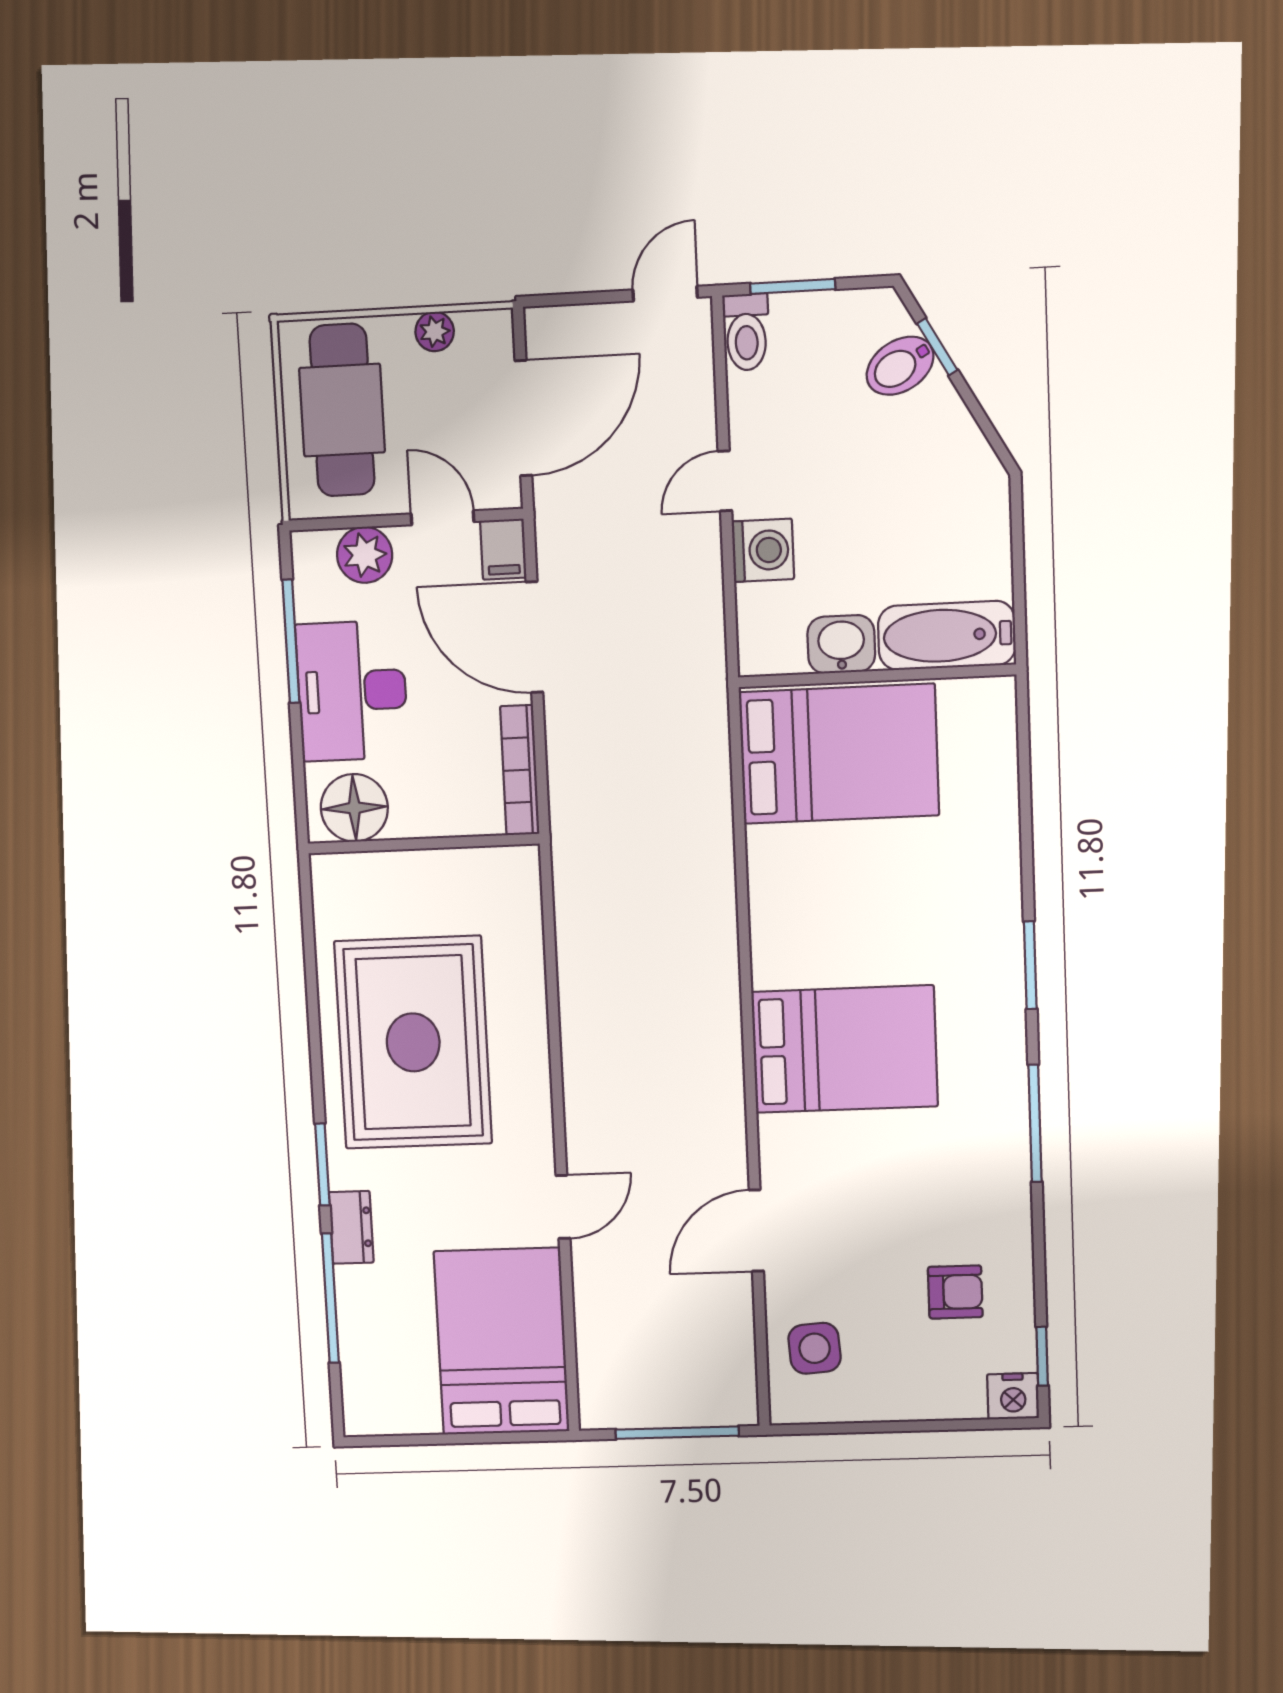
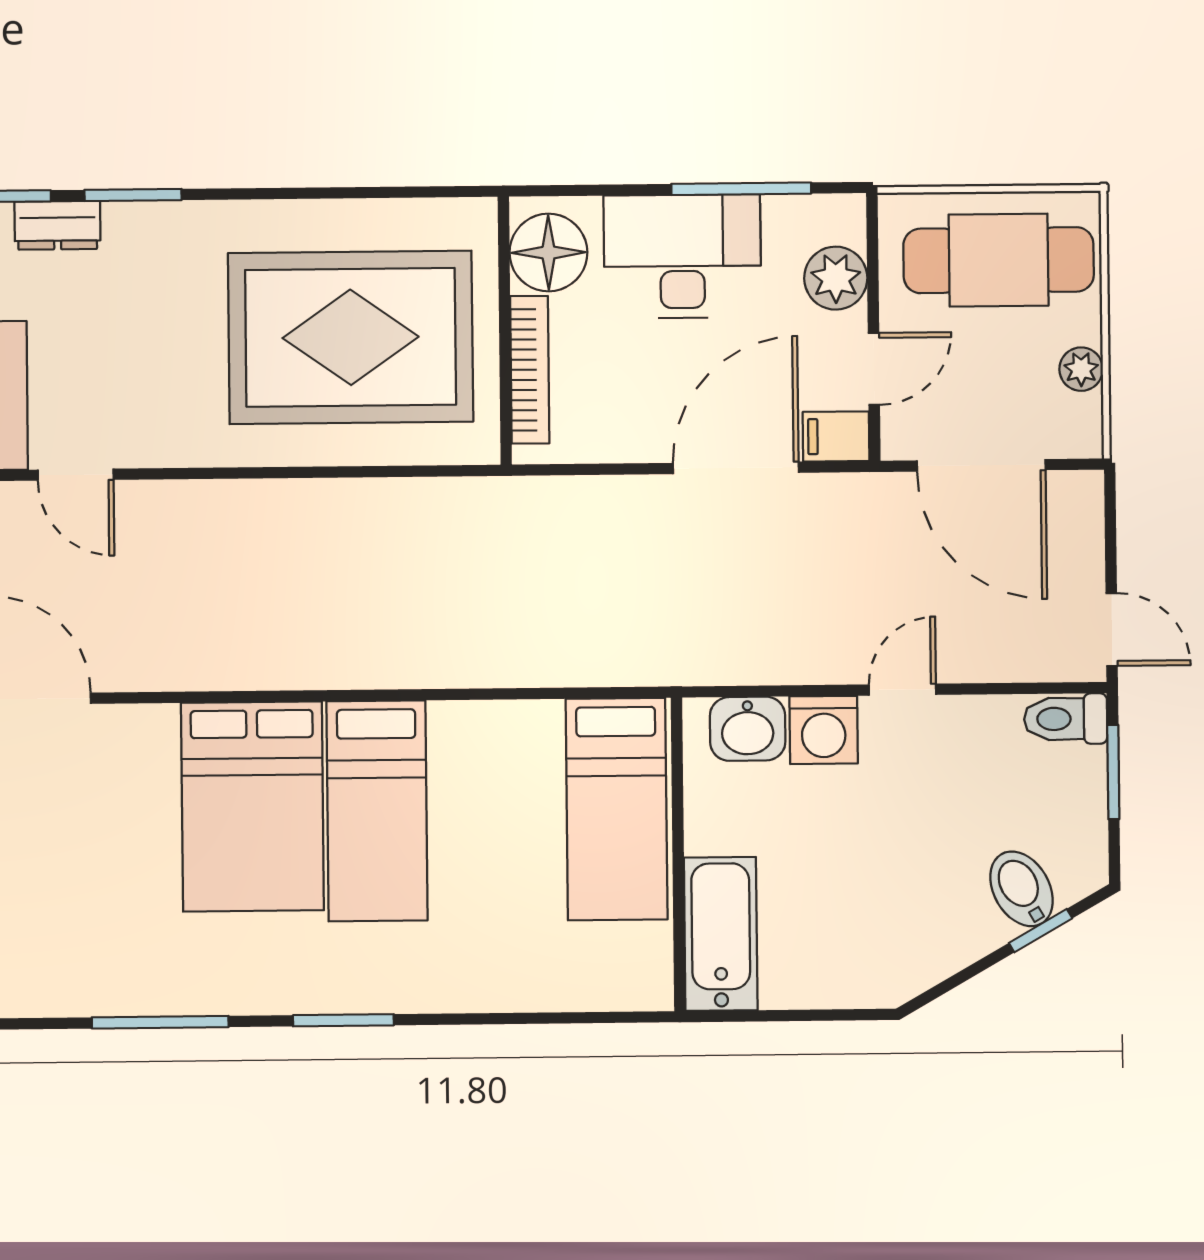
door: (725, 481) -> (902, 690), hinge flipped
washbasin: (841, 644) -> (748, 729), moved, turned 90
bed: (839, 754) -> (617, 809), width x0.67
bookcase: (520, 770) -> (530, 370), moved, turned 90
bed: (845, 942) -> (377, 811), added
rug: (413, 1042) -> (351, 337), moved

